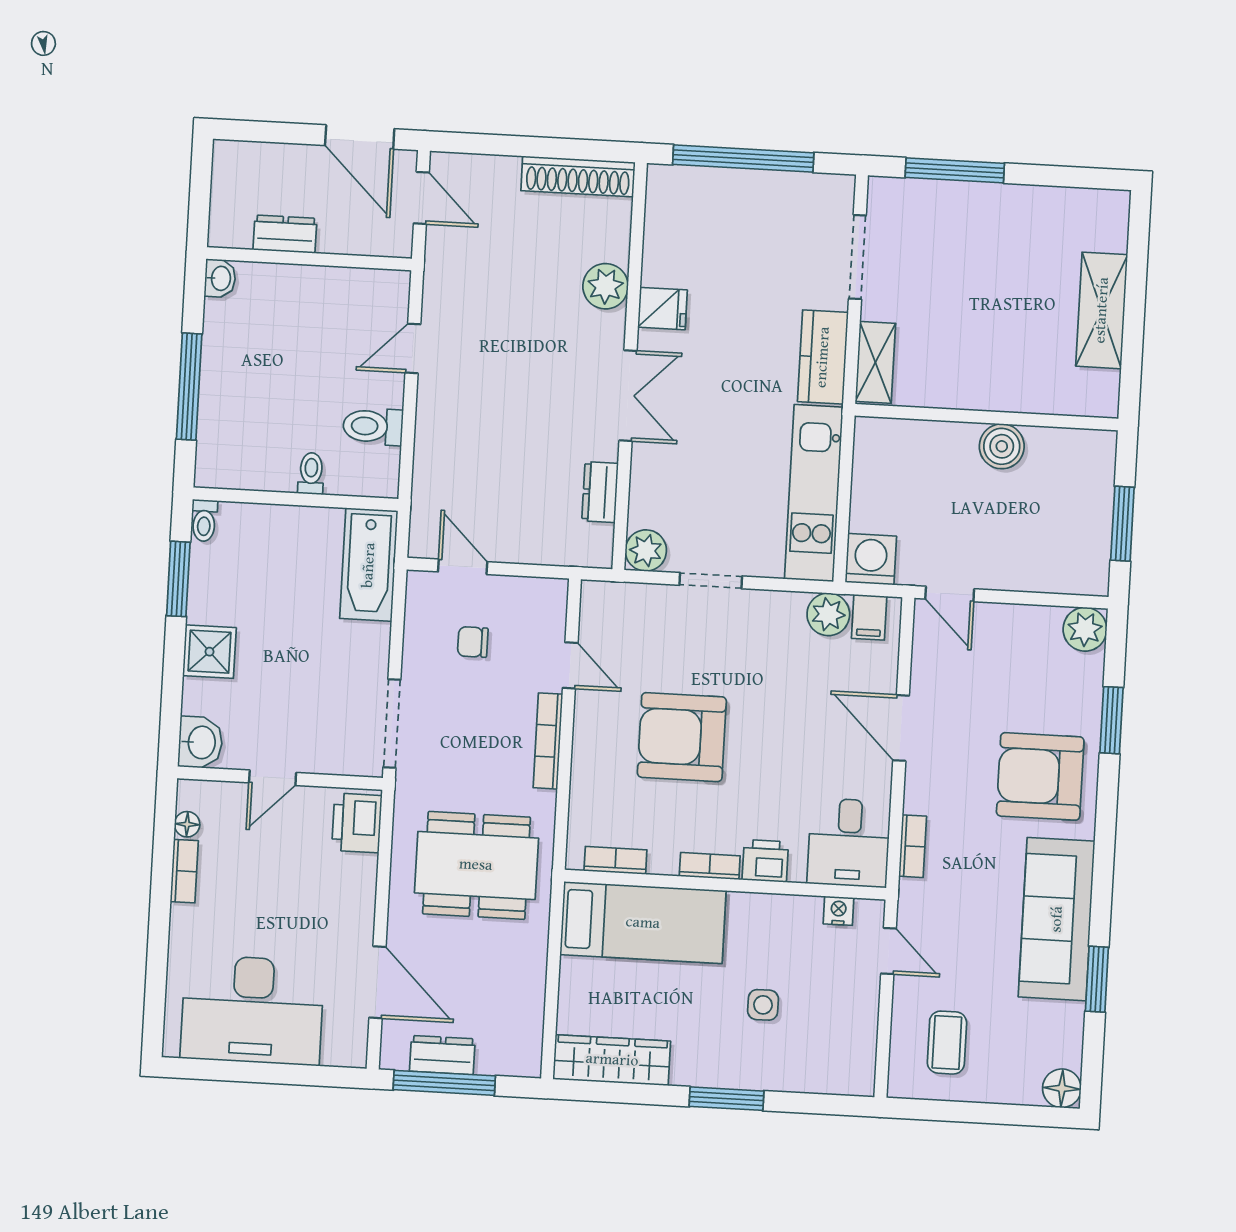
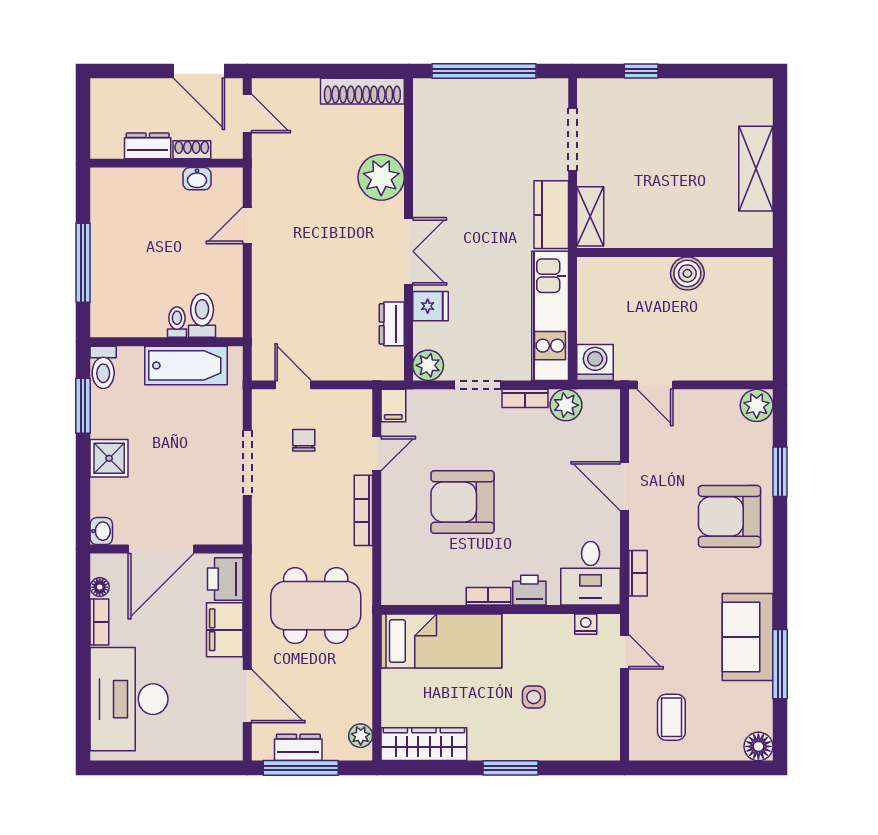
window: (955, 170) -> (641, 71), width x0.46
shoe rack: (344, 243) -> (192, 150), added
washbasin: (220, 278) -> (197, 179), moved, turned 90
plant: (606, 286) -> (381, 177), width x1.36, depth x1.36
fridge: (662, 309) -> (430, 306), moved
toilet: (373, 426) -> (202, 315), moved, turned 90
toilet: (204, 520) -> (103, 367), width x1.37, depth x1.39
window: (1122, 524) -> (780, 326), removed
bathtub: (369, 565) -> (186, 365), moved, turned -90
filing cabinet: (869, 617) -> (393, 406), moved
chair: (473, 642) -> (304, 440), turned 90
door: (570, 665) -> (377, 454), hinge flipped
doorway: (392, 723) -> (247, 463), moved
washbasin: (200, 742) -> (101, 531), width x0.72, depth x0.69
door: (273, 778) -> (161, 549), width x1.88
bookcase: (615, 860) -> (525, 398), moved, turned 180
filing cabinet: (352, 891) -> (225, 630), added
sofa: (1057, 919) -> (748, 637), width x0.73
window: (1097, 979) -> (780, 664), width x1.44
desk: (252, 1010) -> (129, 699), moved, turned 90
plant: (527, 1044) -> (361, 736), added

